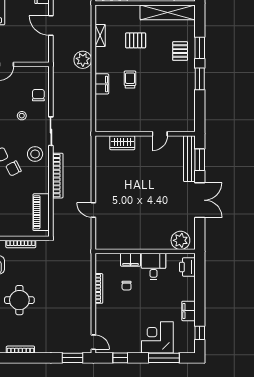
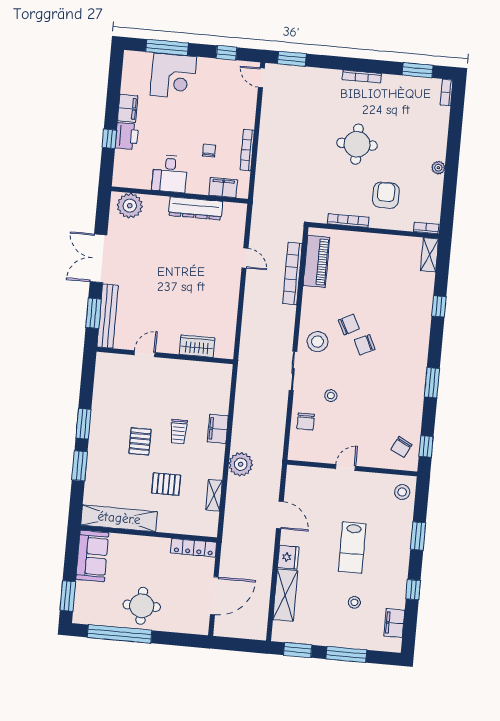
pallet: (180, 51) -> (140, 441), moved
bookcase: (58, 176) -> (292, 273), moved
dresser: (133, 243) -> (196, 208), added
filing cabinet: (130, 260) -> (223, 187), moved
printer: (187, 267) -> (127, 136), moved
window: (200, 333) -> (109, 139), moved

